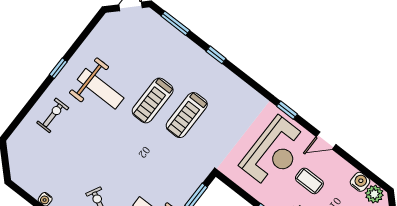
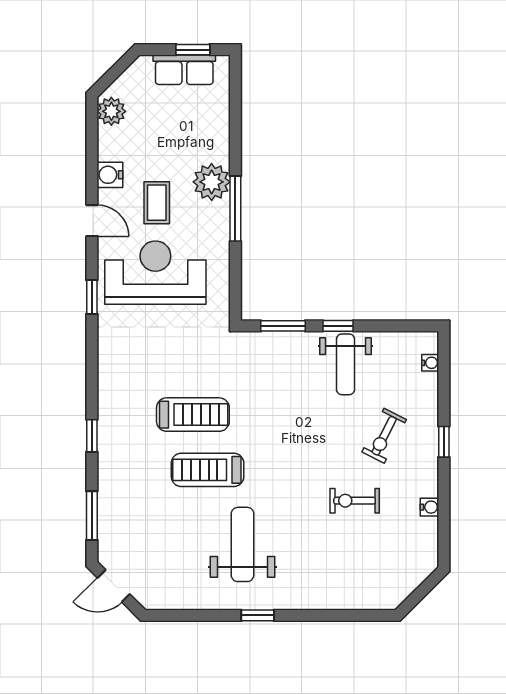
treadmill: (153, 100) -> (208, 470), turned 180
exercise bike: (53, 115) -> (355, 501), moved
water cooler: (360, 182) -> (110, 175), moved

